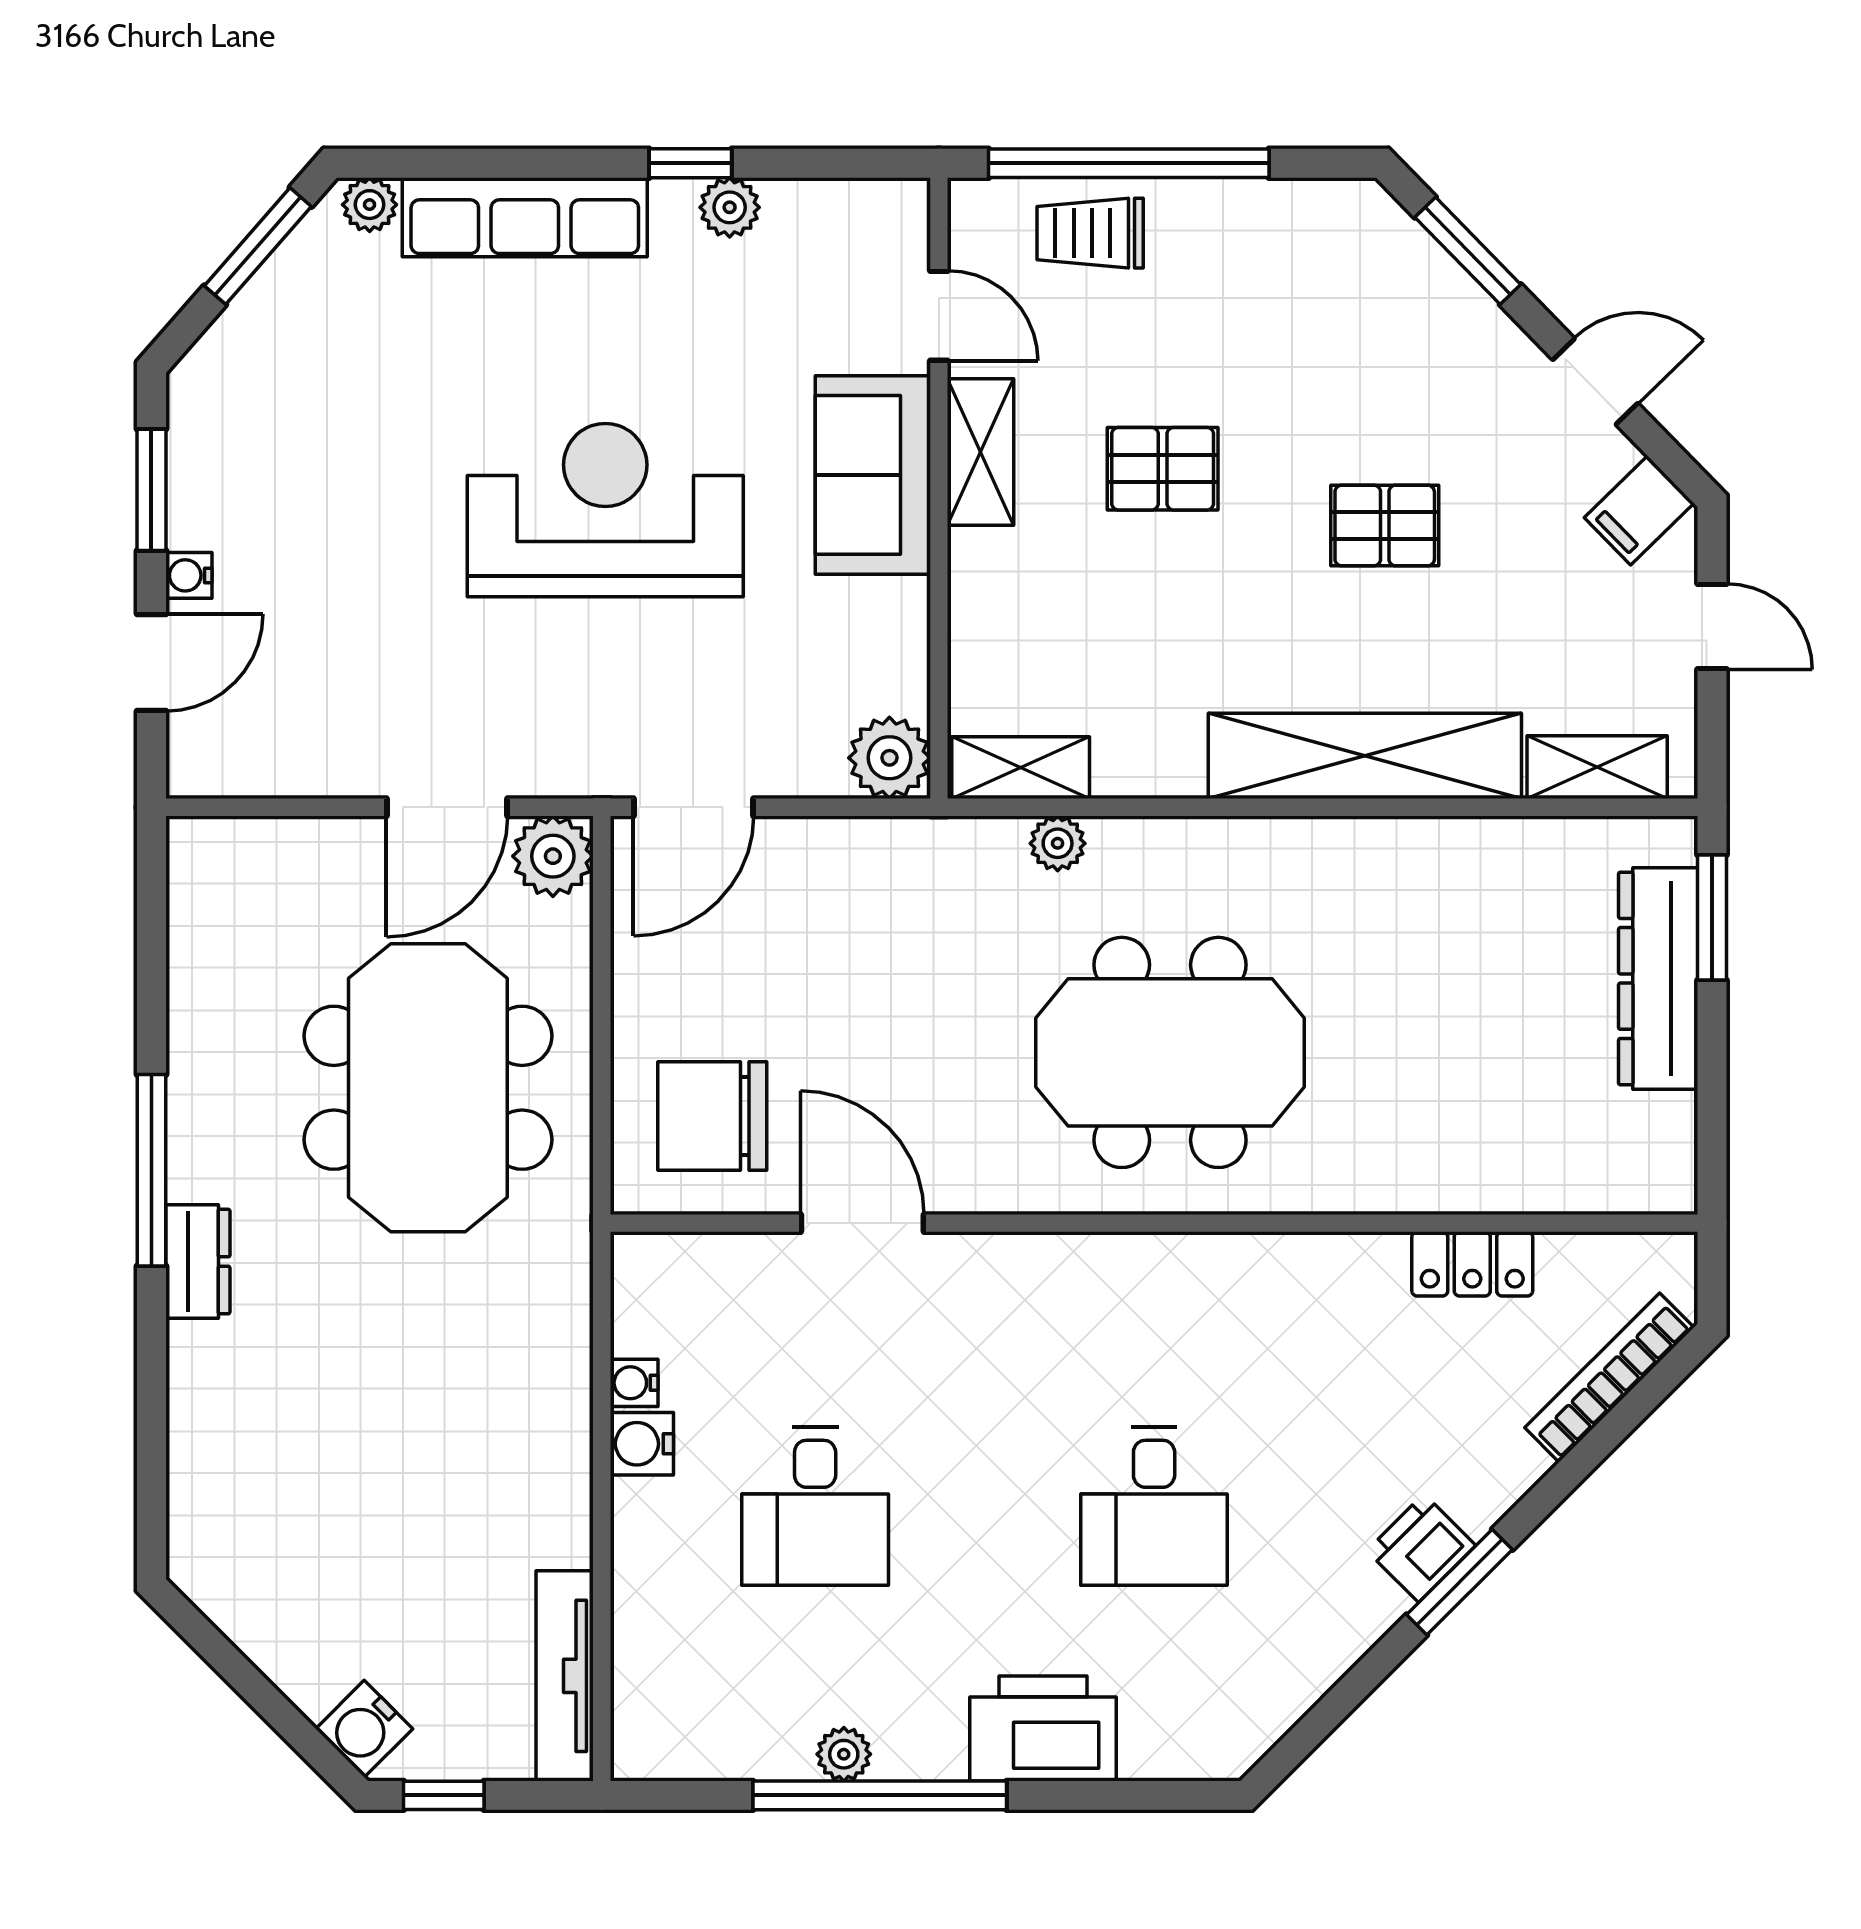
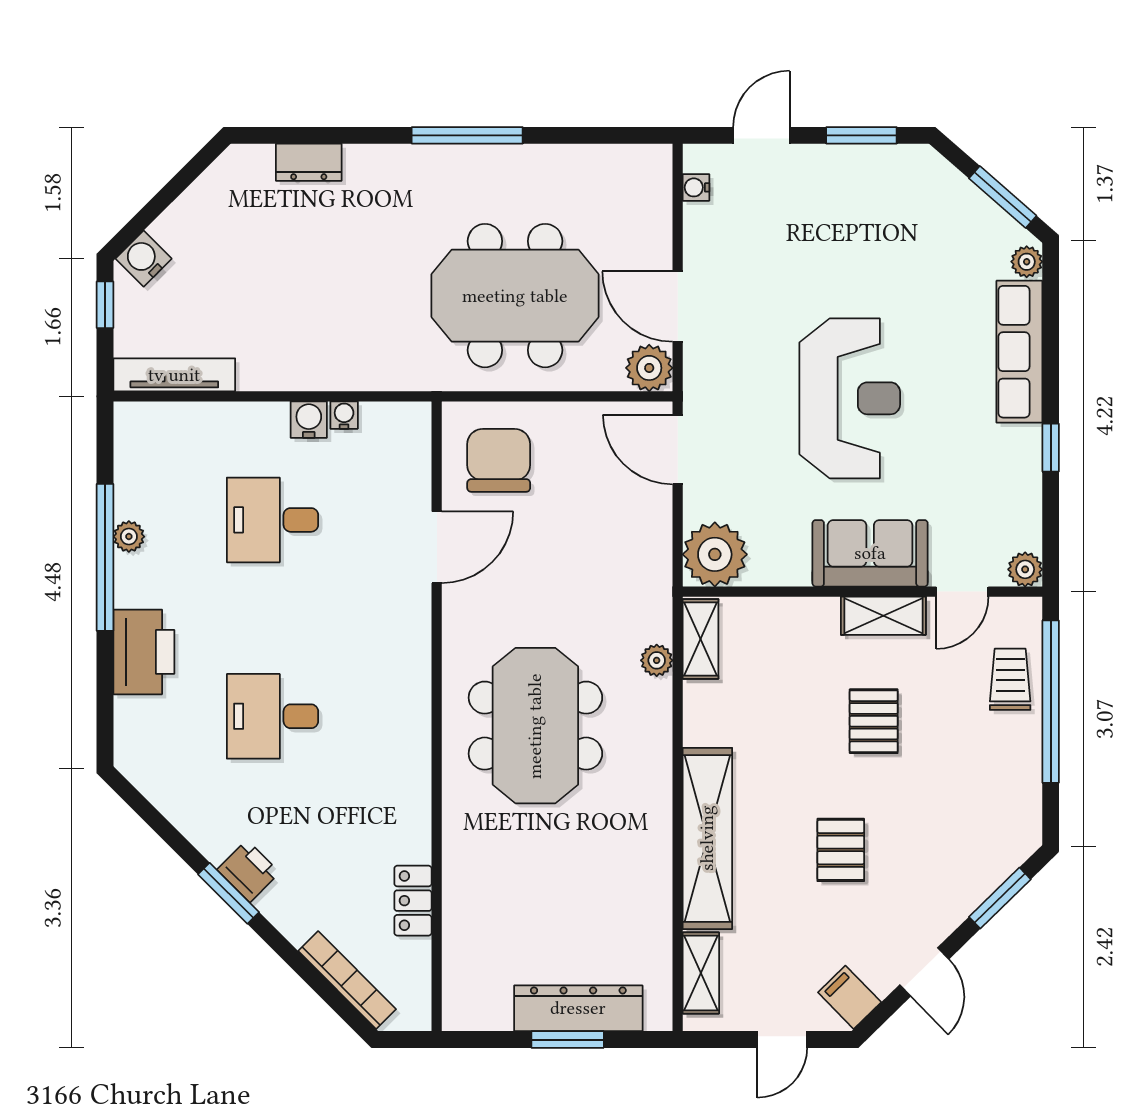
plant: (730, 207) -> (1025, 569), moved
water cooler: (189, 575) -> (696, 187), moved, turned -90
door: (151, 662) -> (761, 135), swing flipped
plant: (889, 758) -> (715, 554), width x1.36, depth x1.36
window: (1712, 917) -> (568, 1040), moved
dresser: (198, 1262) -> (309, 162), moved

